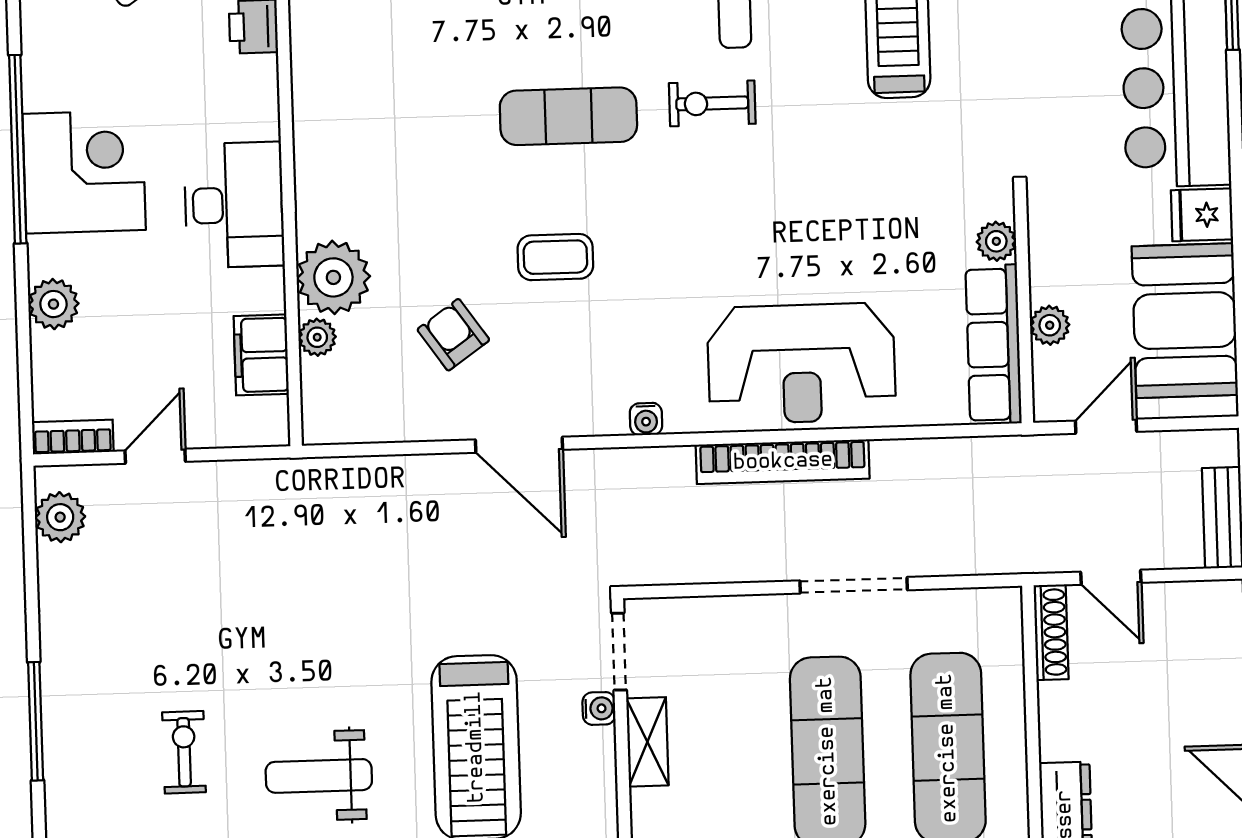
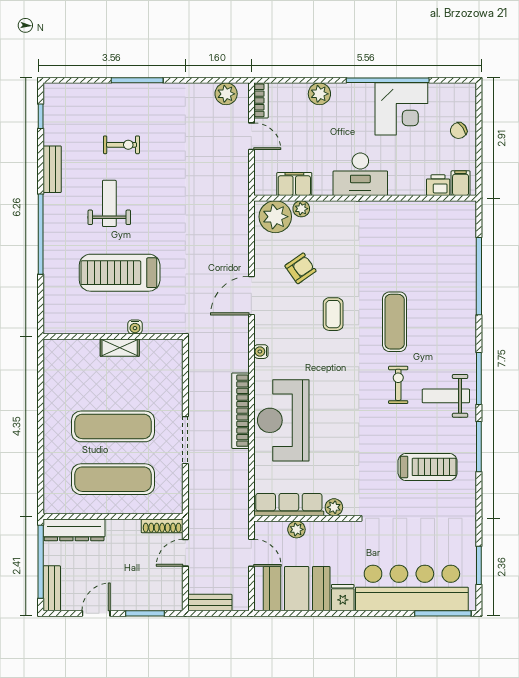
corner desk: (84, 172) -> (401, 109), moved
plant: (333, 277) -> (275, 217), moved
doorway: (619, 652) -> (160, 337), removed

